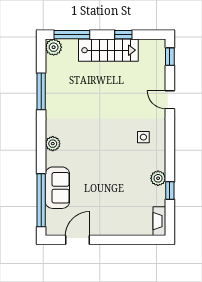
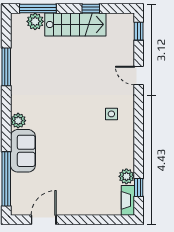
plant: (54, 47) -> (35, 21), moved
plant: (158, 178) -> (126, 176), moved
sofa: (57, 188) -> (23, 151), moved
window: (170, 190) -> (139, 188), moved

